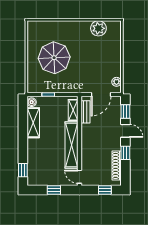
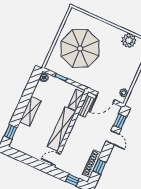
parasol: (54, 58) -> (80, 48), width x1.36, depth x1.36
shelving: (33, 123) -> (30, 111), moved
window: (125, 153) -> (99, 167), moved
door: (80, 177) -> (56, 159), hinge flipped
window: (54, 190) -> (29, 160), removed

